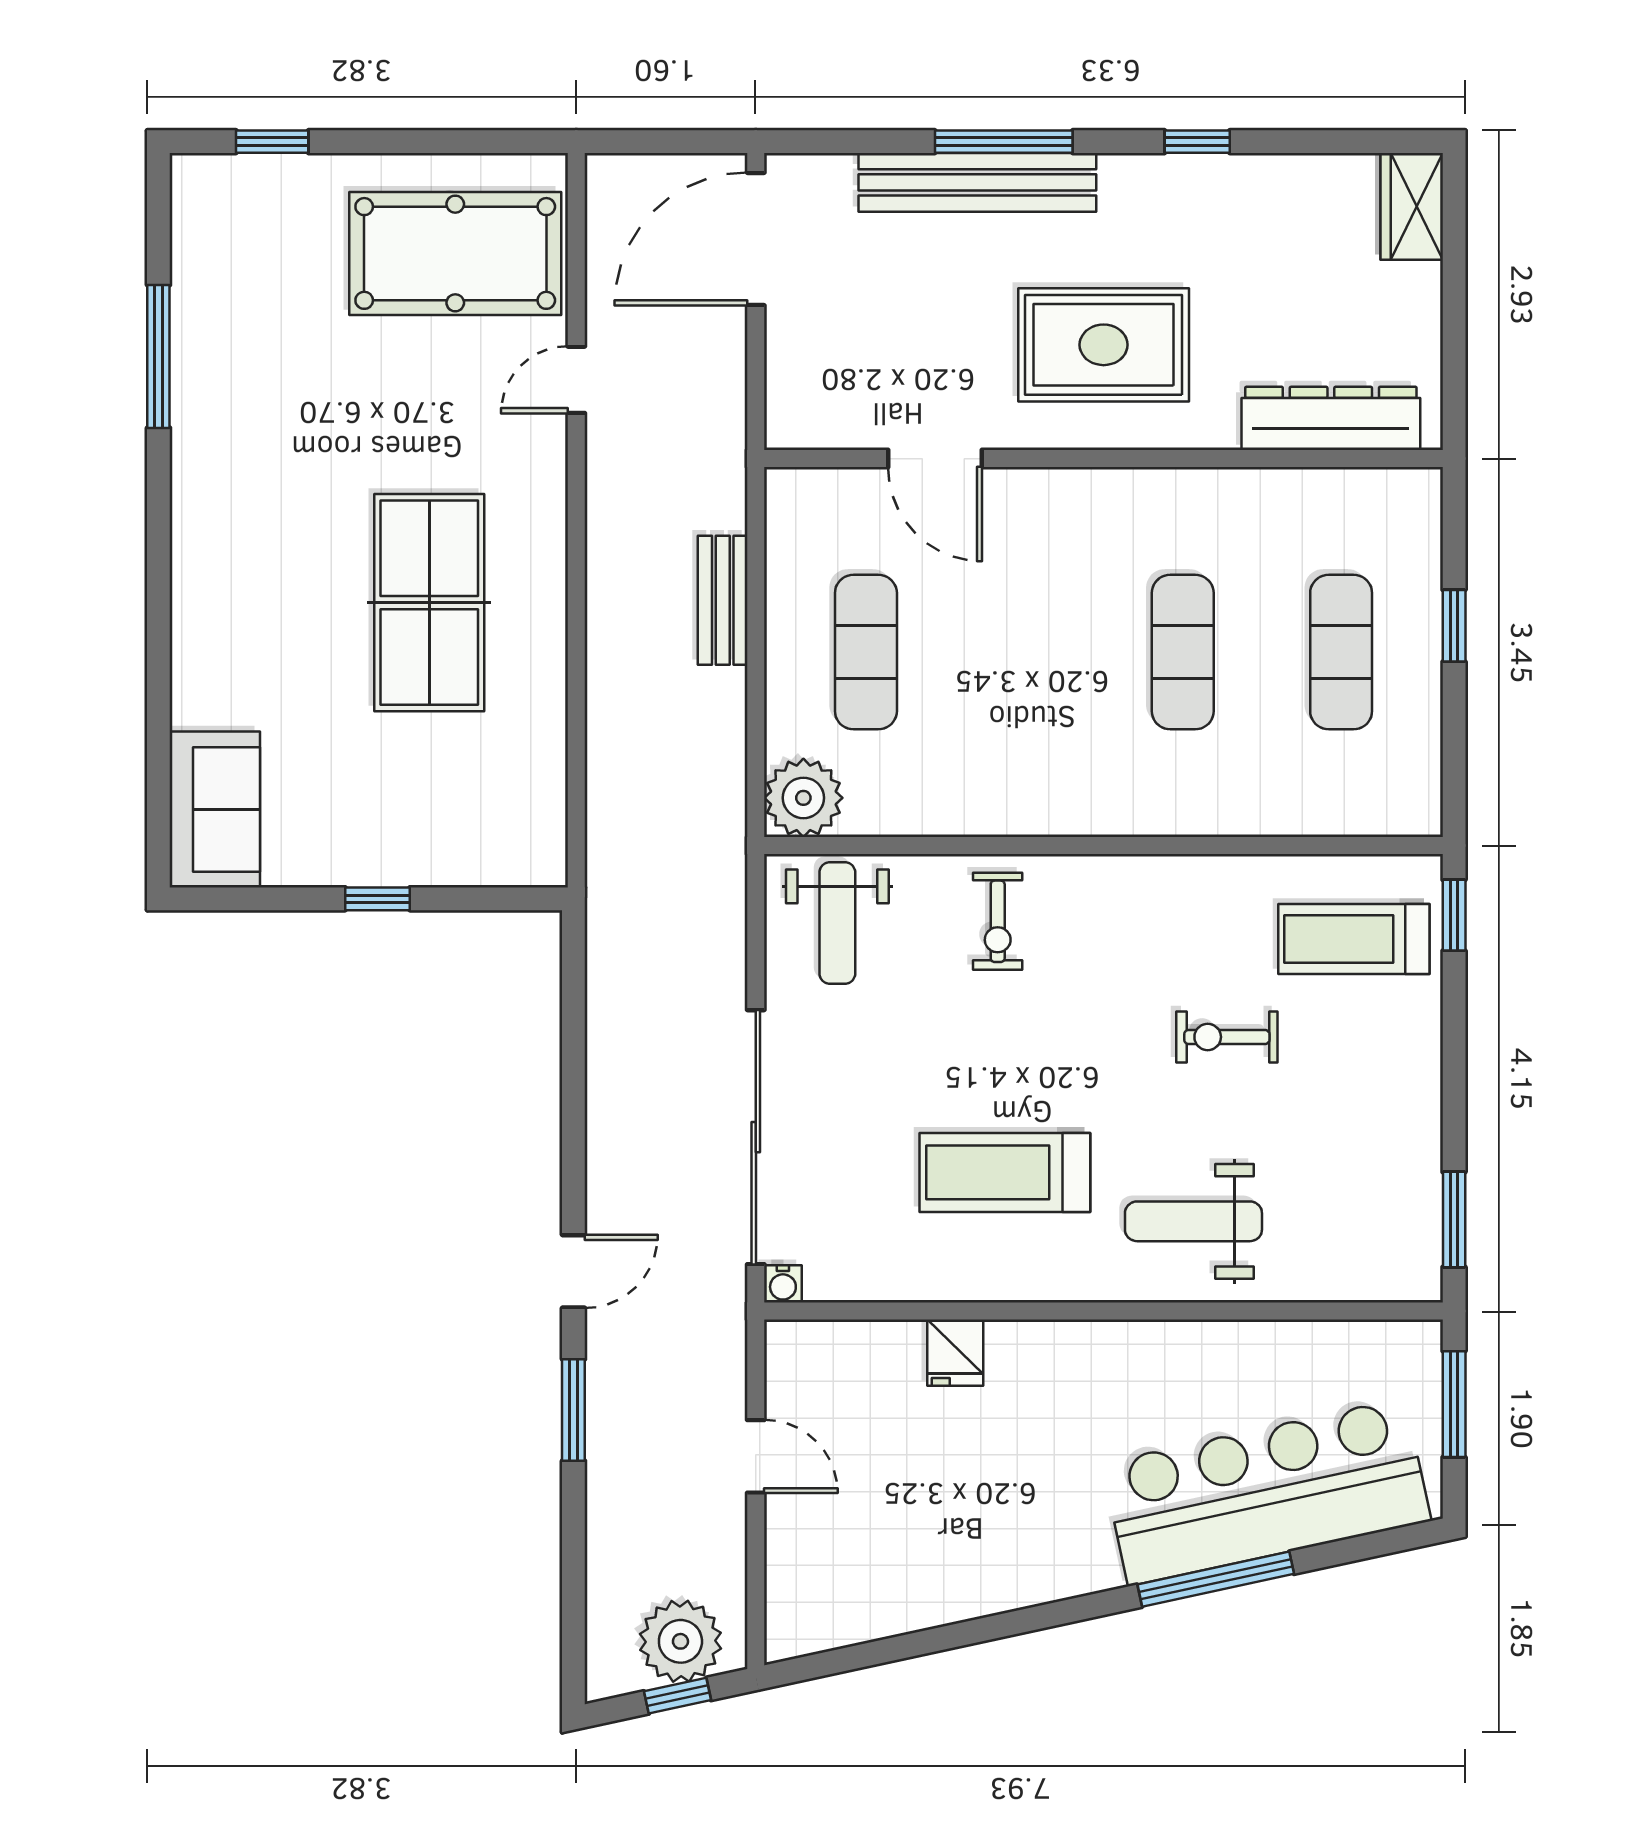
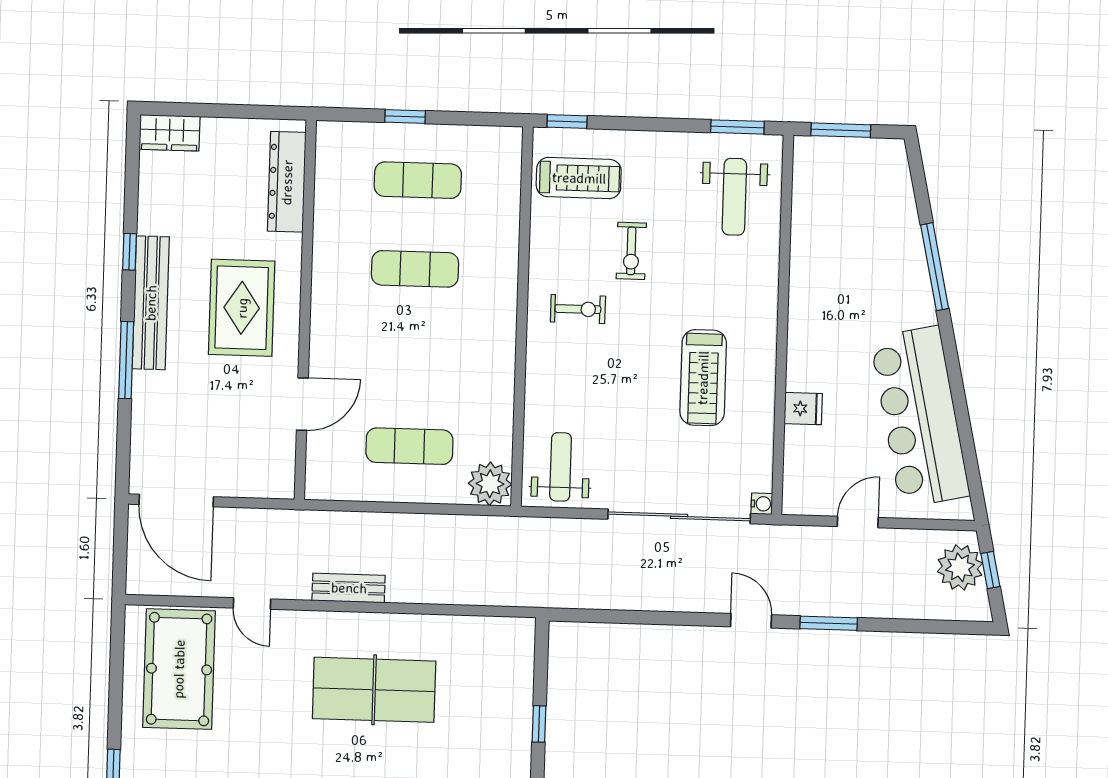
bench: (977, 182) -> (151, 303), moved
bench: (723, 600) -> (349, 588), moved
exercise bike: (998, 921) -> (578, 309), moved
weight bench: (837, 923) -> (561, 467), turned -90
treadmill: (1354, 939) -> (579, 178), turned -90
weight bench: (1193, 1221) -> (734, 197), moved
bar counter: (1267, 1492) -> (920, 417), moved

